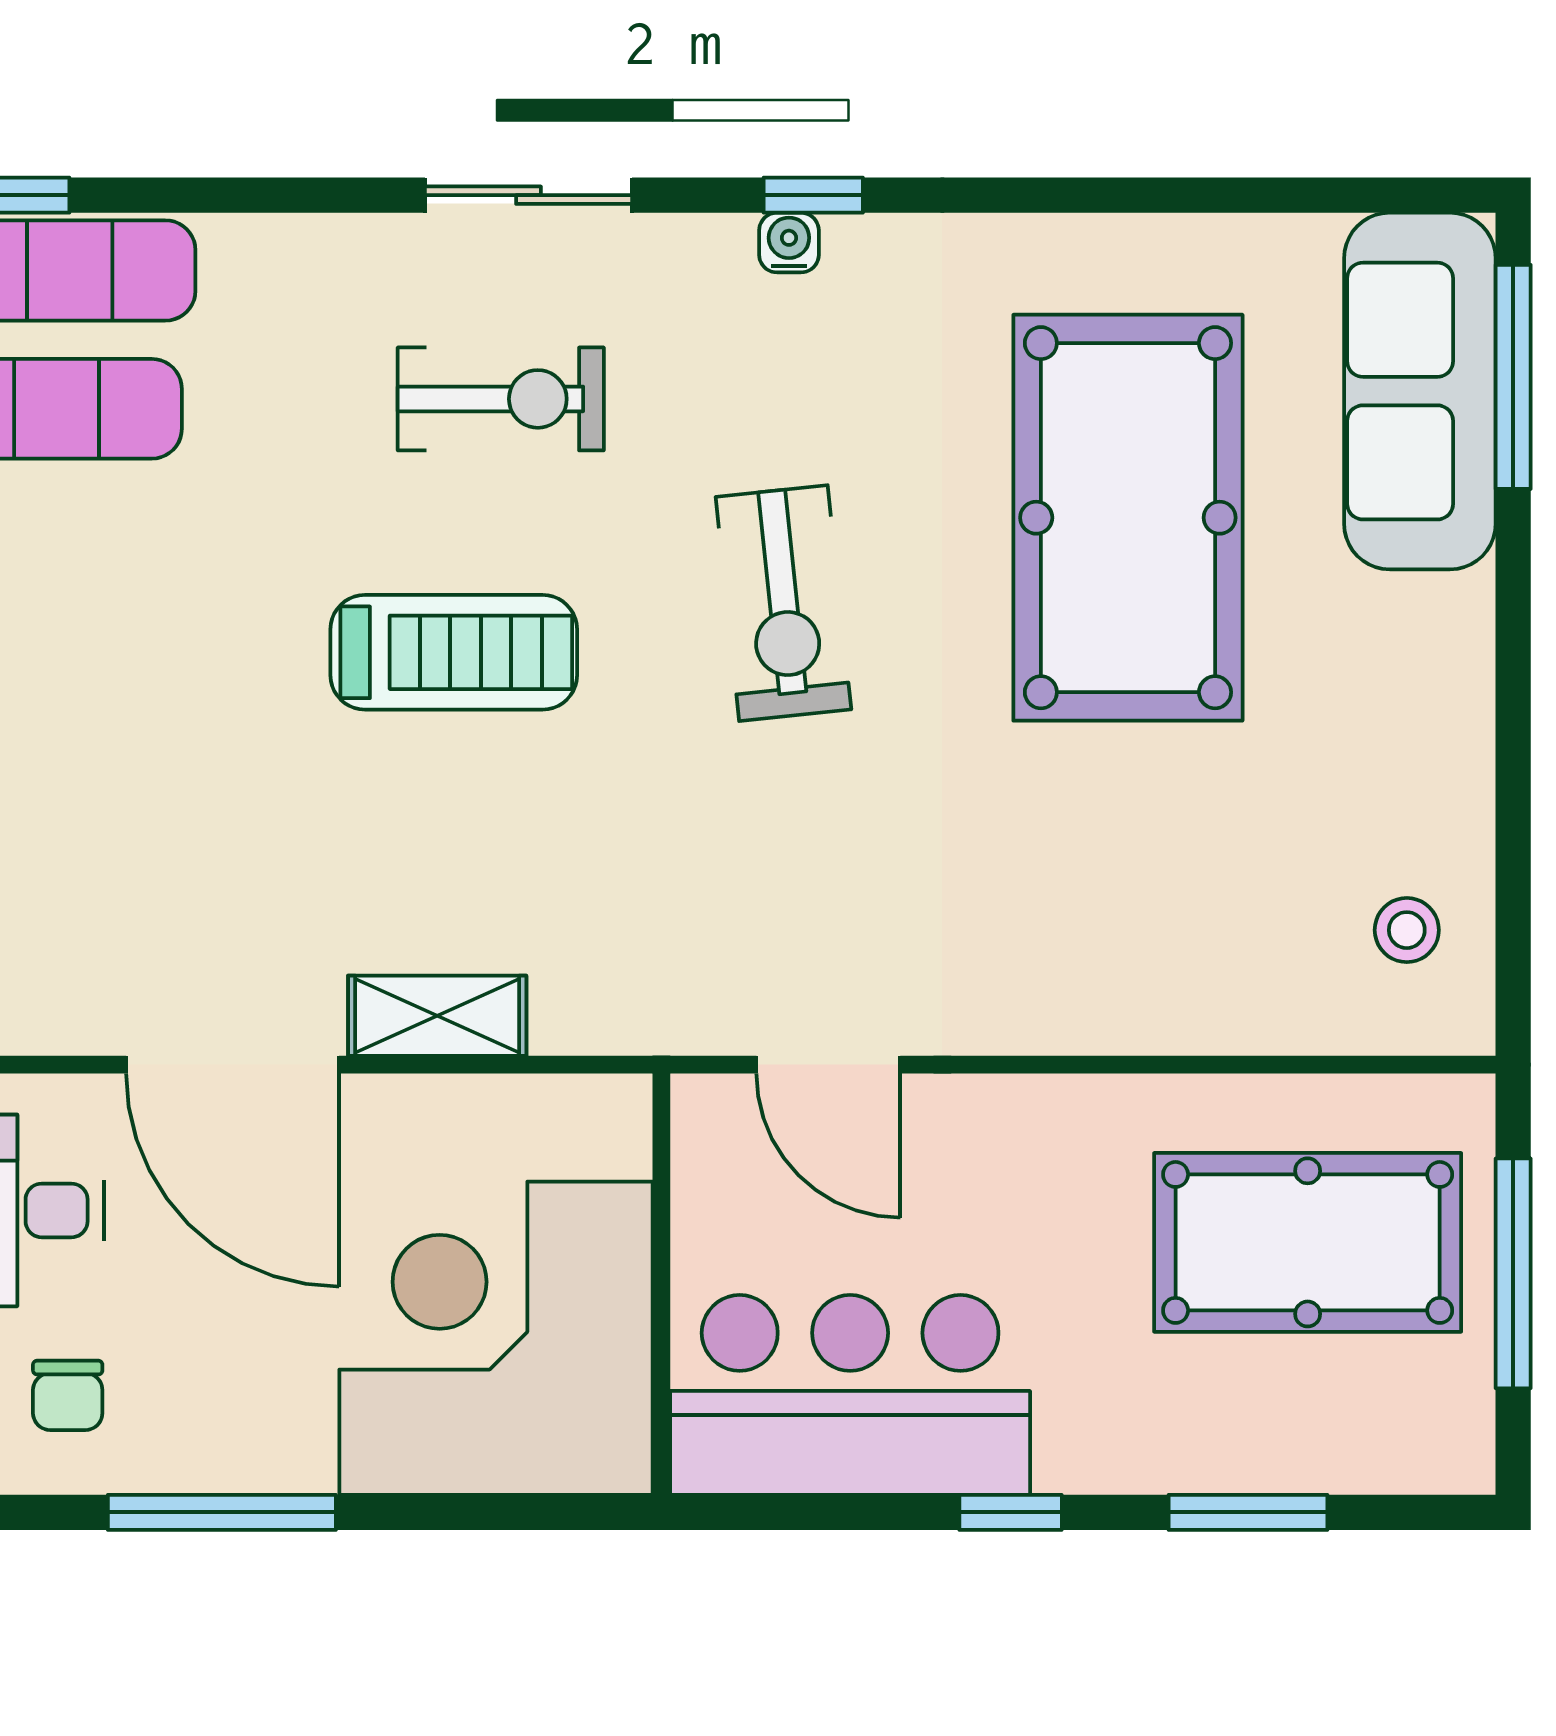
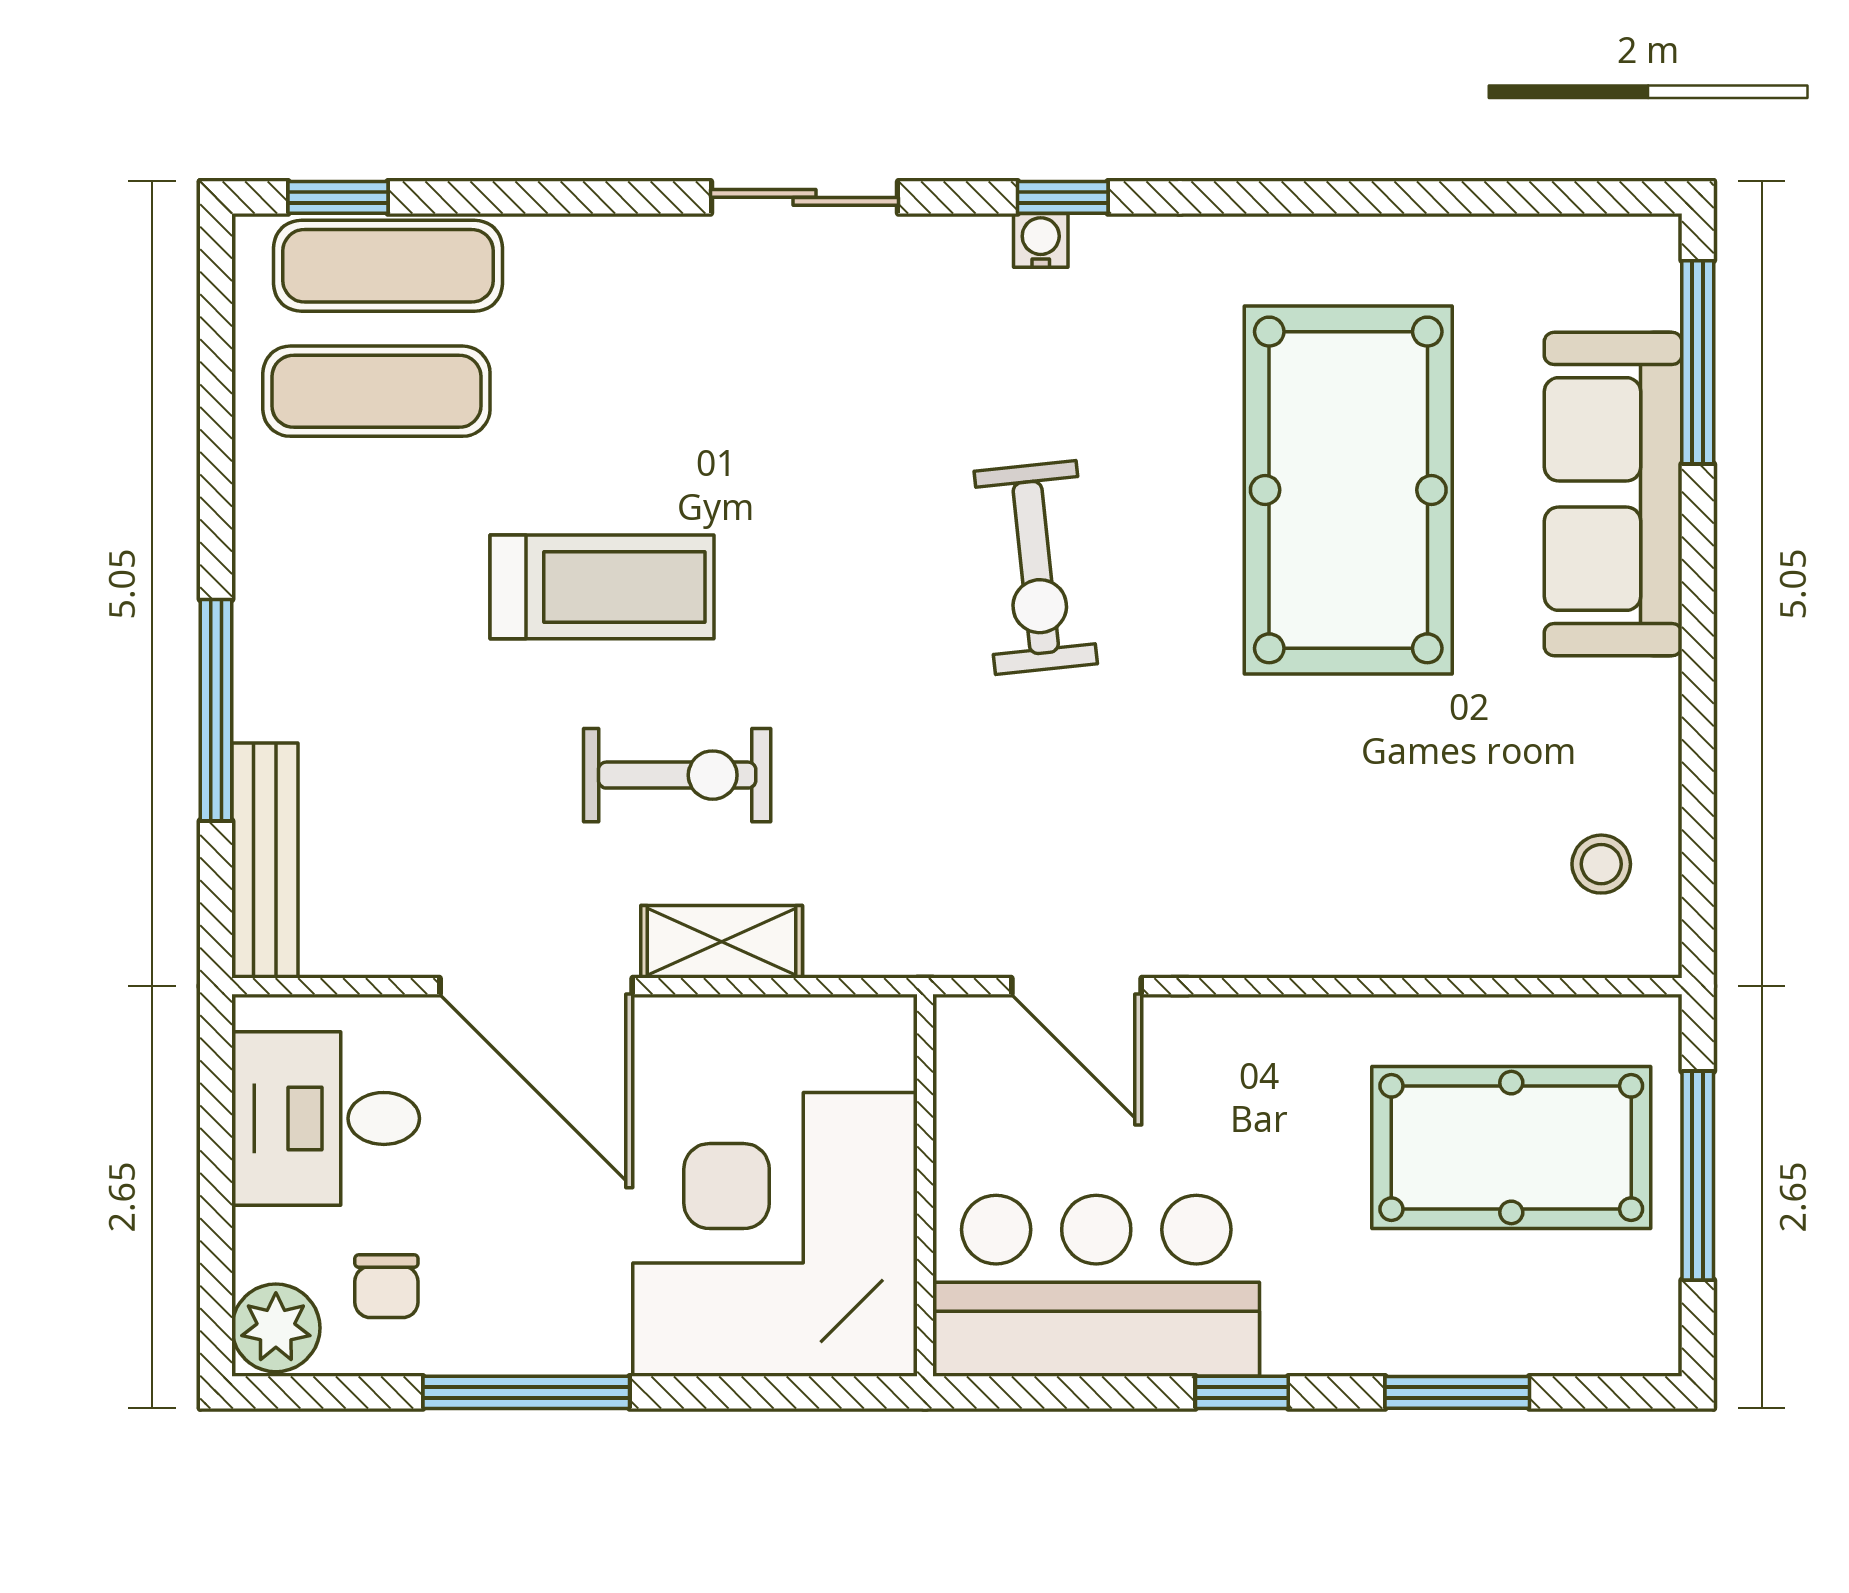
sofa: (1420, 391) -> (1613, 494), moved
exercise bike: (501, 399) -> (677, 775), moved
treadmill: (454, 652) -> (602, 587), moved

